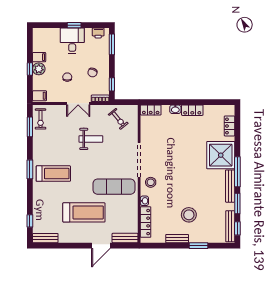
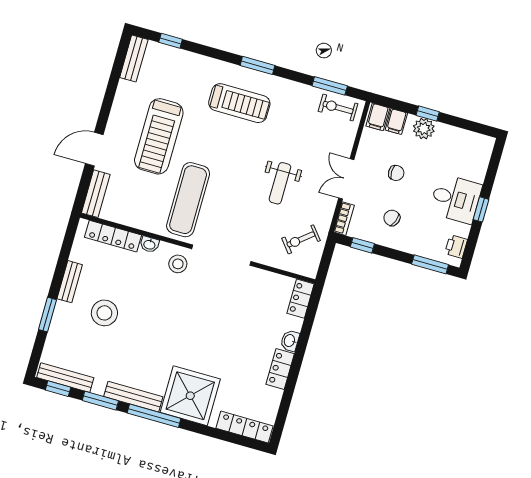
filing cabinet: (39, 57) -> (396, 121), moved
locker: (229, 126) -> (244, 427), width x1.53
treadmill: (53, 174) -> (239, 103), turned -90
door: (101, 246) -> (94, 149), hinge flipped

